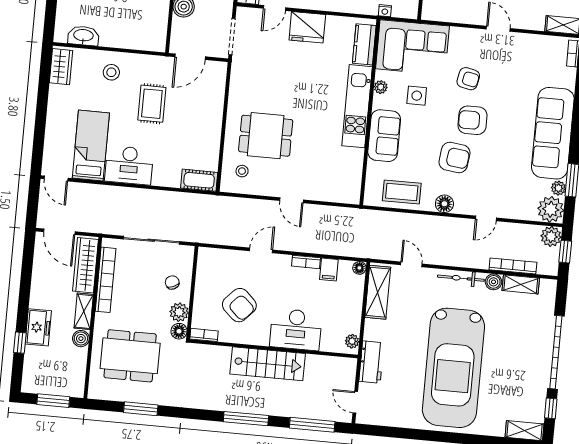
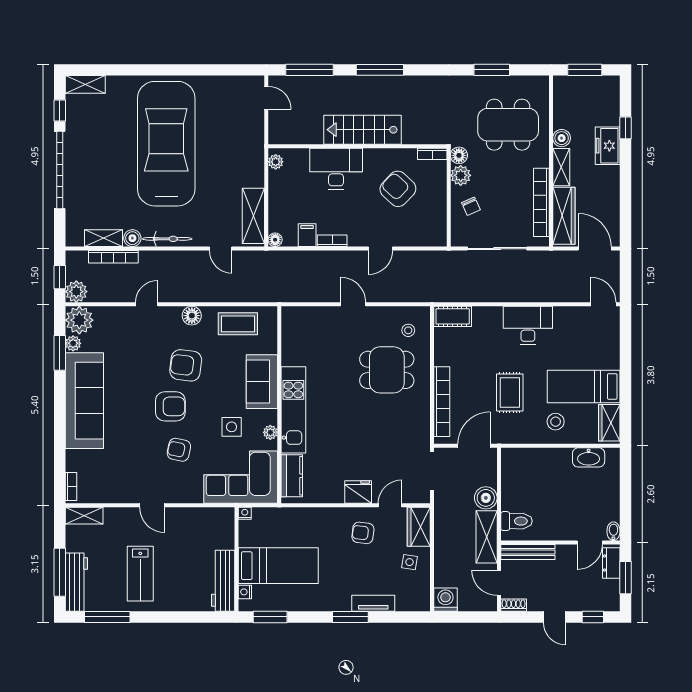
nightstand: (385, 11) -> (245, 513), moved
fridge: (307, 27) -> (358, 492), width x0.73, depth x0.75
bookcase: (217, 101) -> (442, 402), added
bed: (91, 146) -> (584, 387), moved, turned 90
workbench: (371, 362) -> (253, 142), removed

